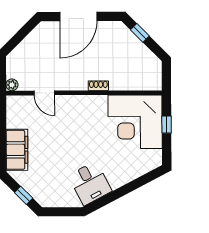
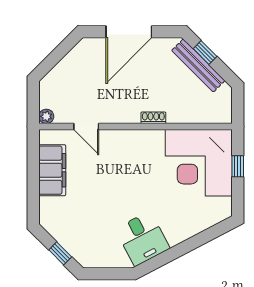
bench: (134, 43) -> (198, 65), added
filing cabinet: (17, 150) -> (52, 170), moved

